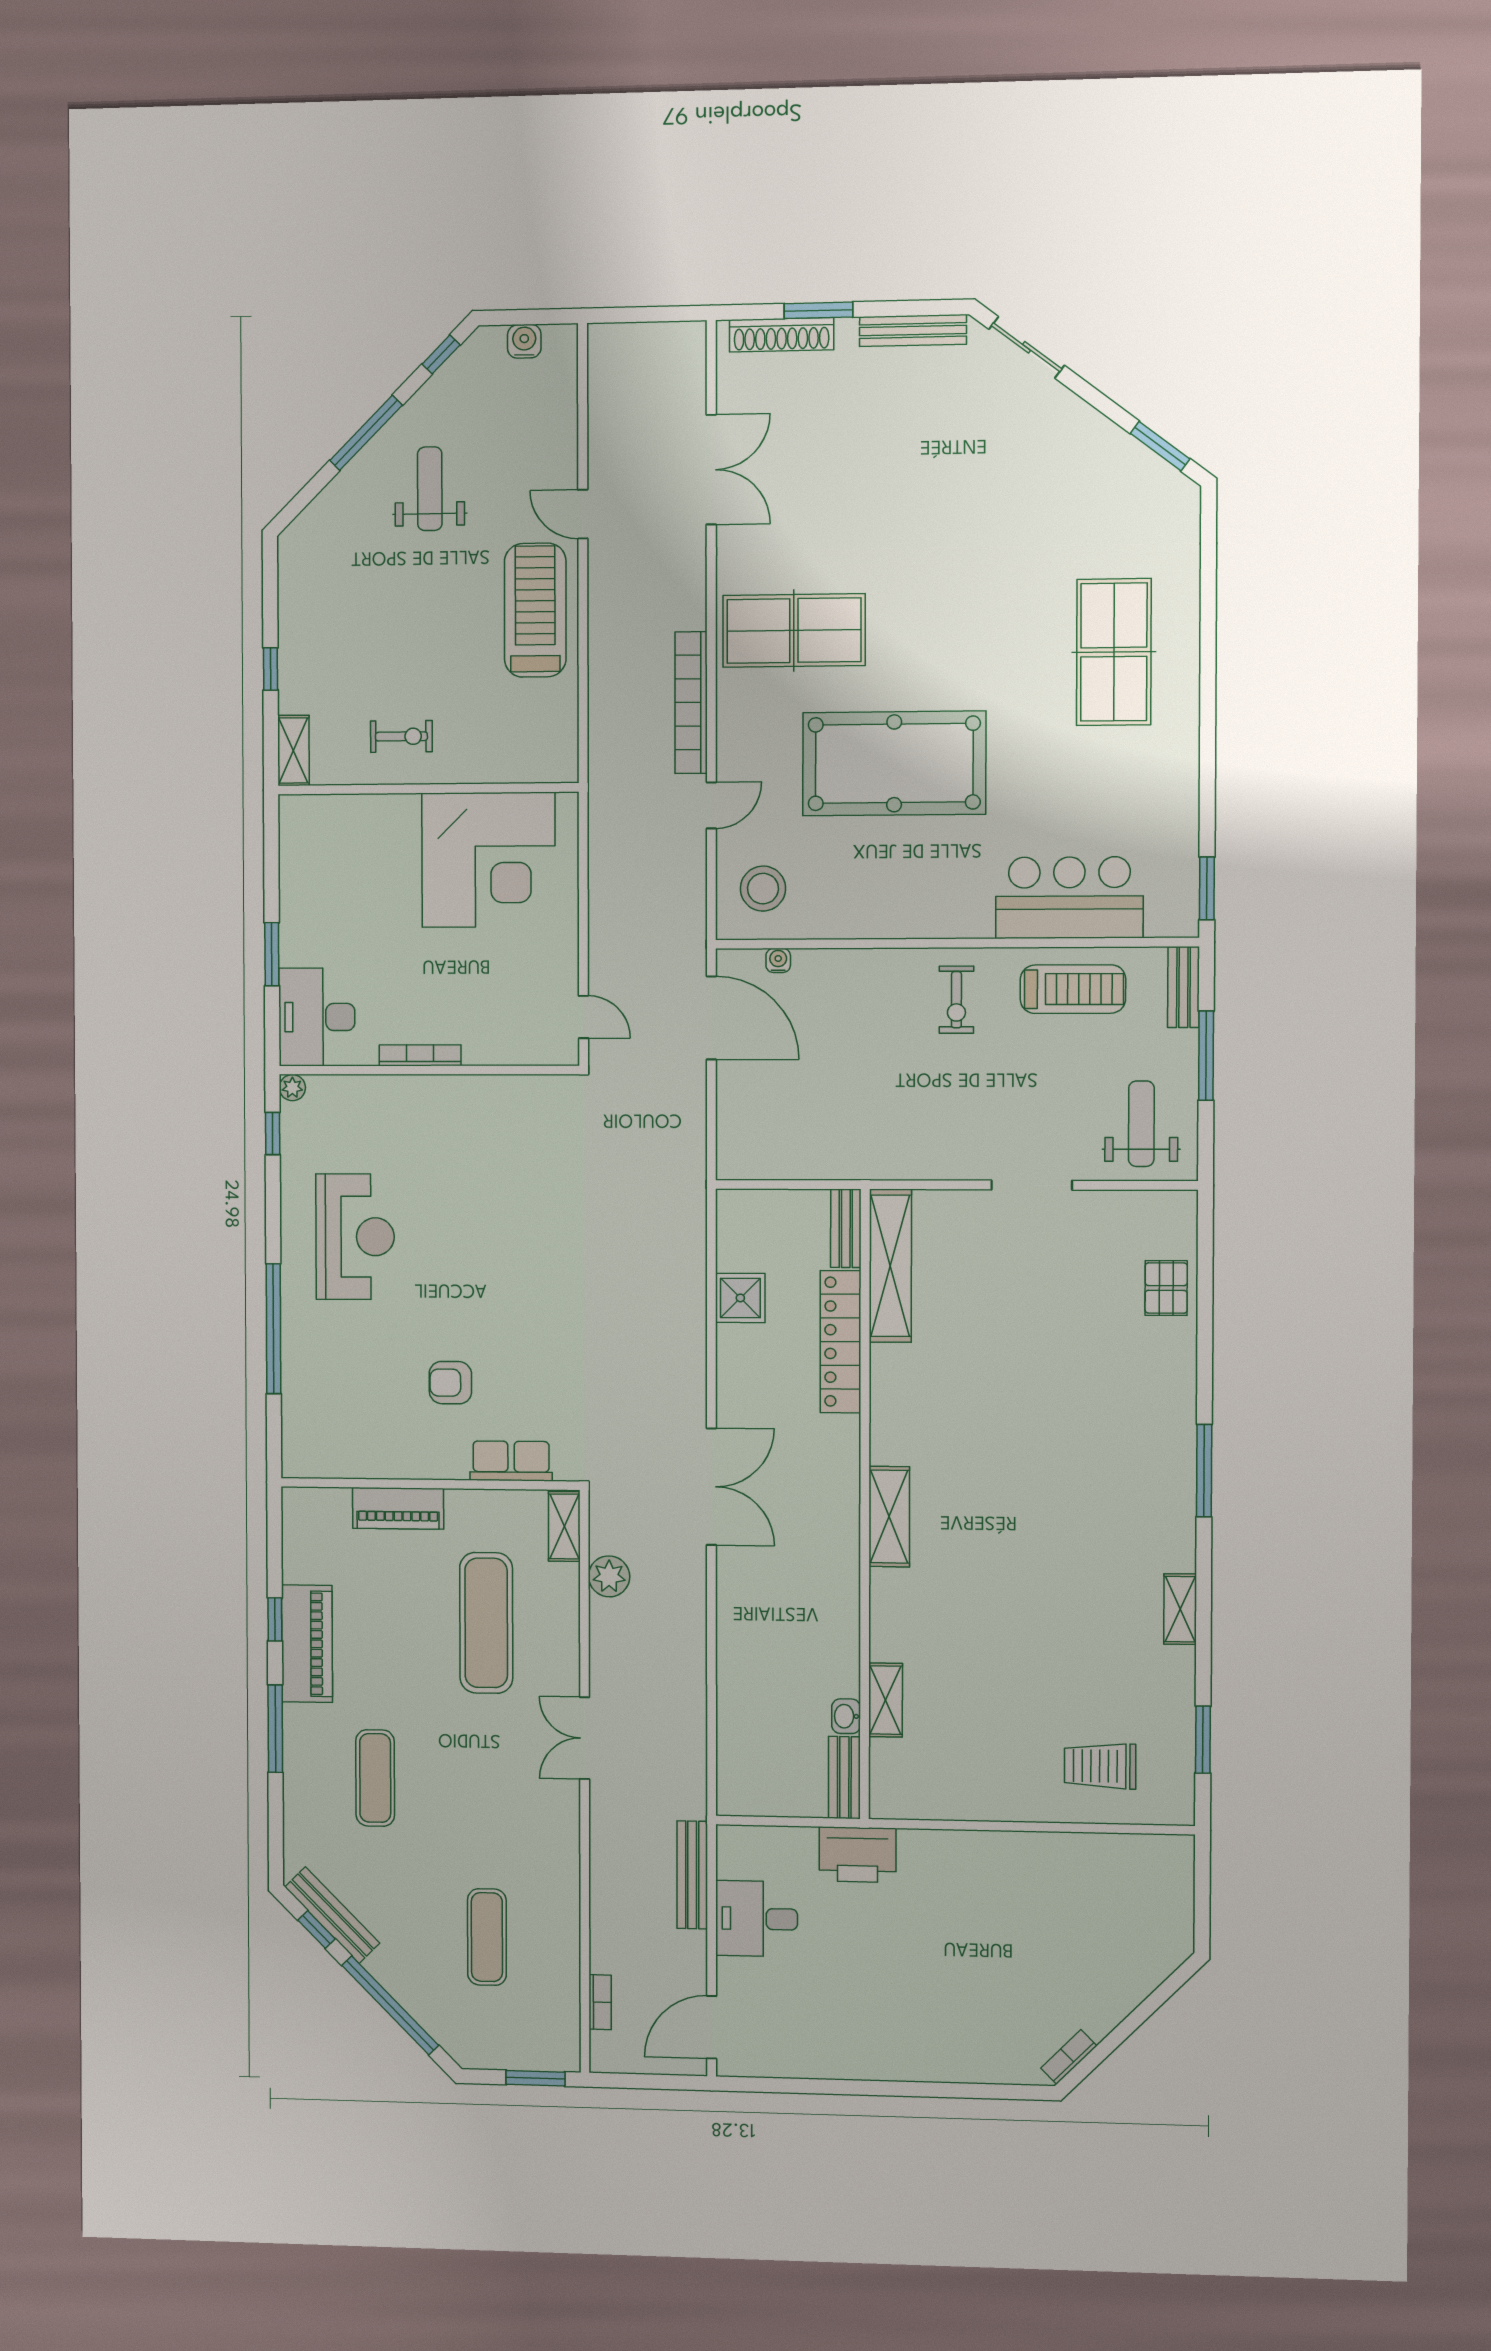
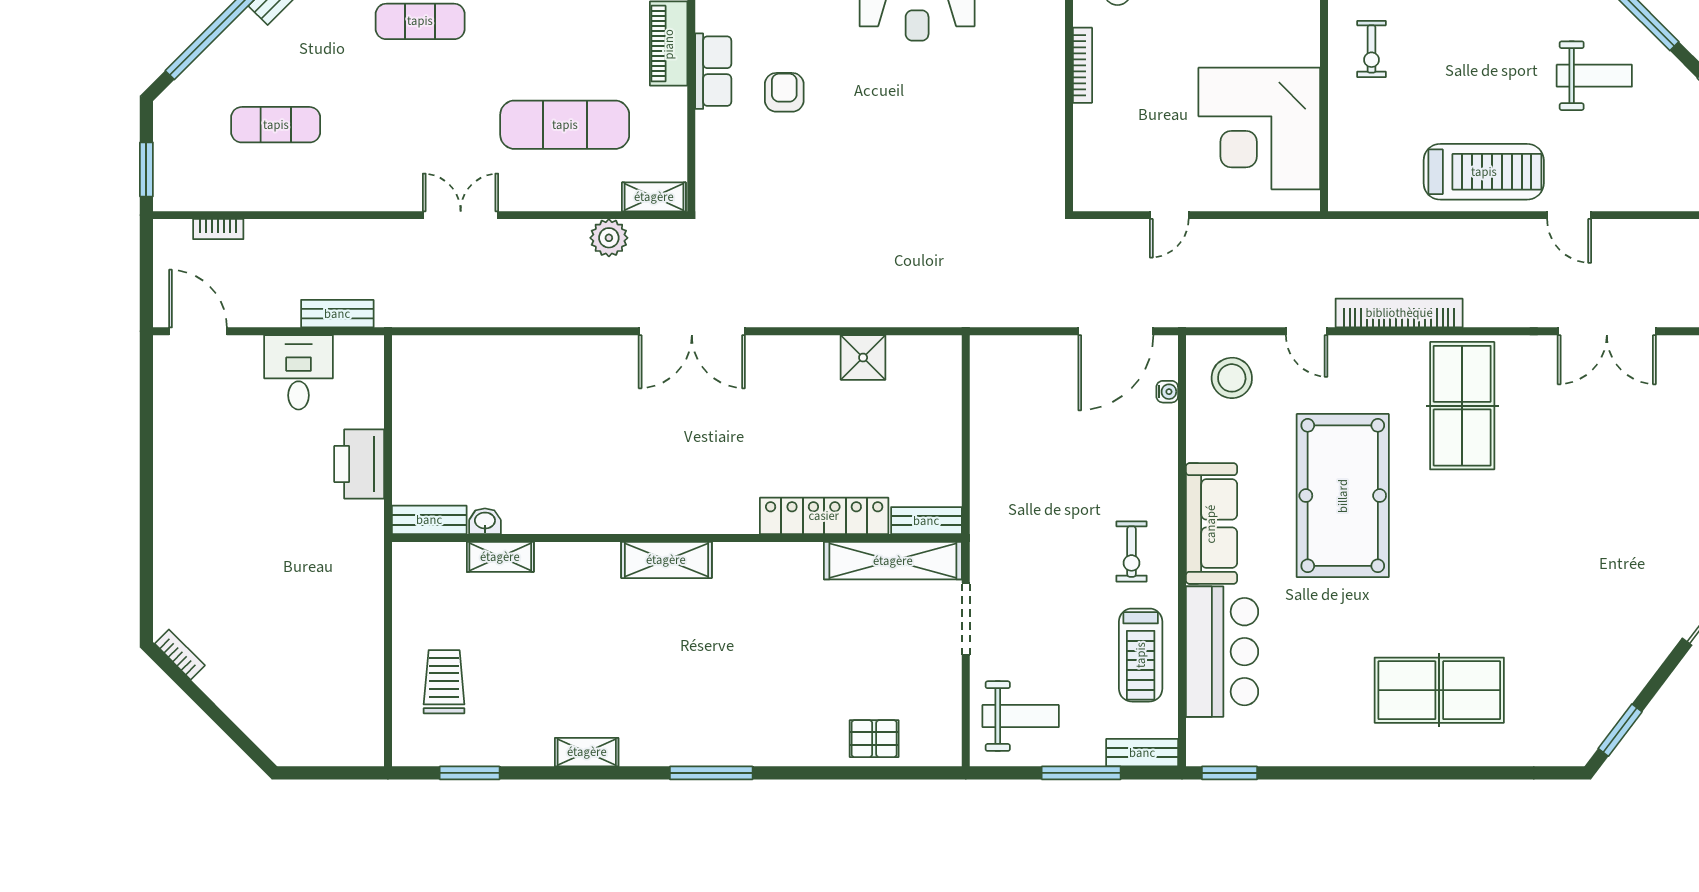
door: (583, 514) -> (1569, 215), swing flipped
sofa: (925, 910) -> (1211, 524), added
exercise bike: (956, 1000) -> (1131, 552), turned -90
door: (584, 1017) -> (1169, 215), moved
bench: (846, 1228) -> (926, 521), moved
shelving: (890, 1266) -> (893, 561), moved
locker: (840, 1342) -> (824, 516), moved
row of seats: (511, 1461) -> (713, 71), moved
wall: (865, 1505) -> (677, 538), moved
shelving: (889, 1517) -> (666, 560), moved
shelving: (886, 1700) -> (500, 557), moved
washbasin: (846, 1716) -> (485, 521), moved
bench: (844, 1778) -> (429, 520), moved
bench: (692, 1875) -> (337, 314), width x0.73

